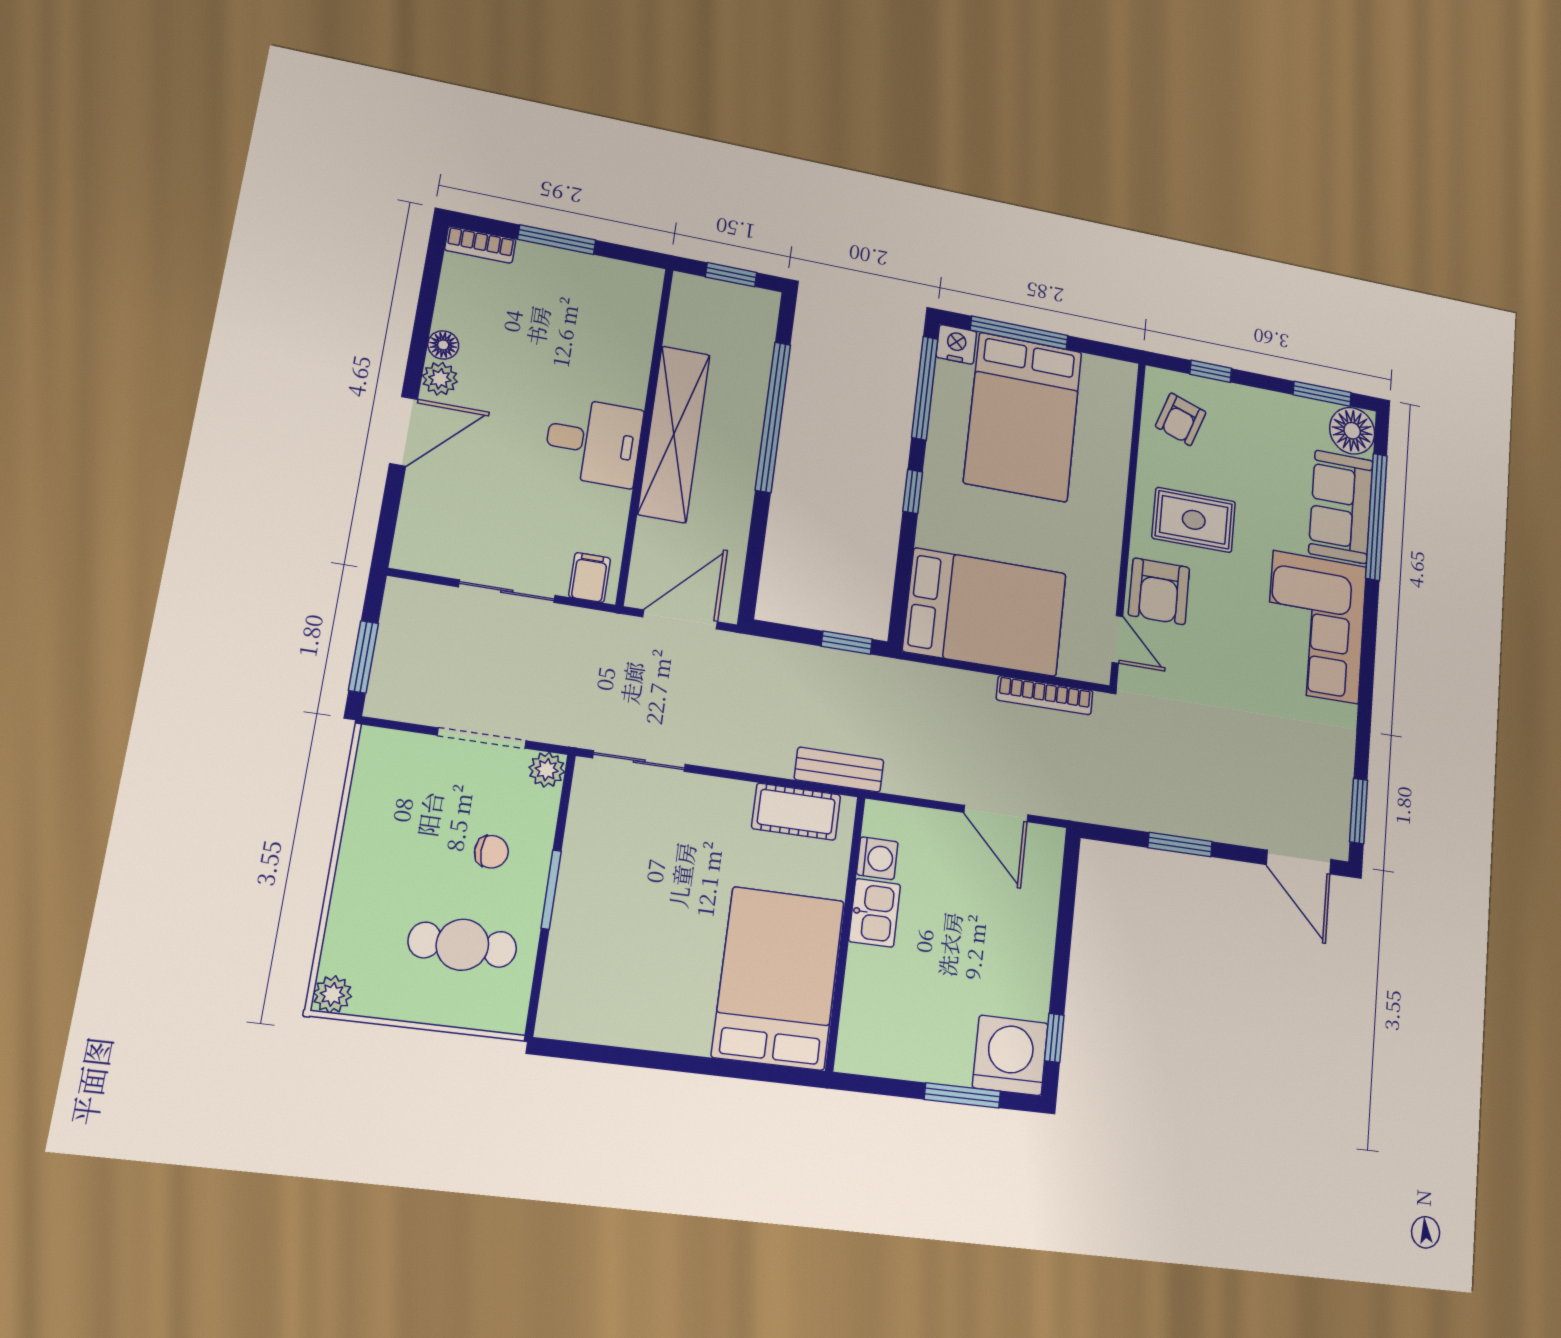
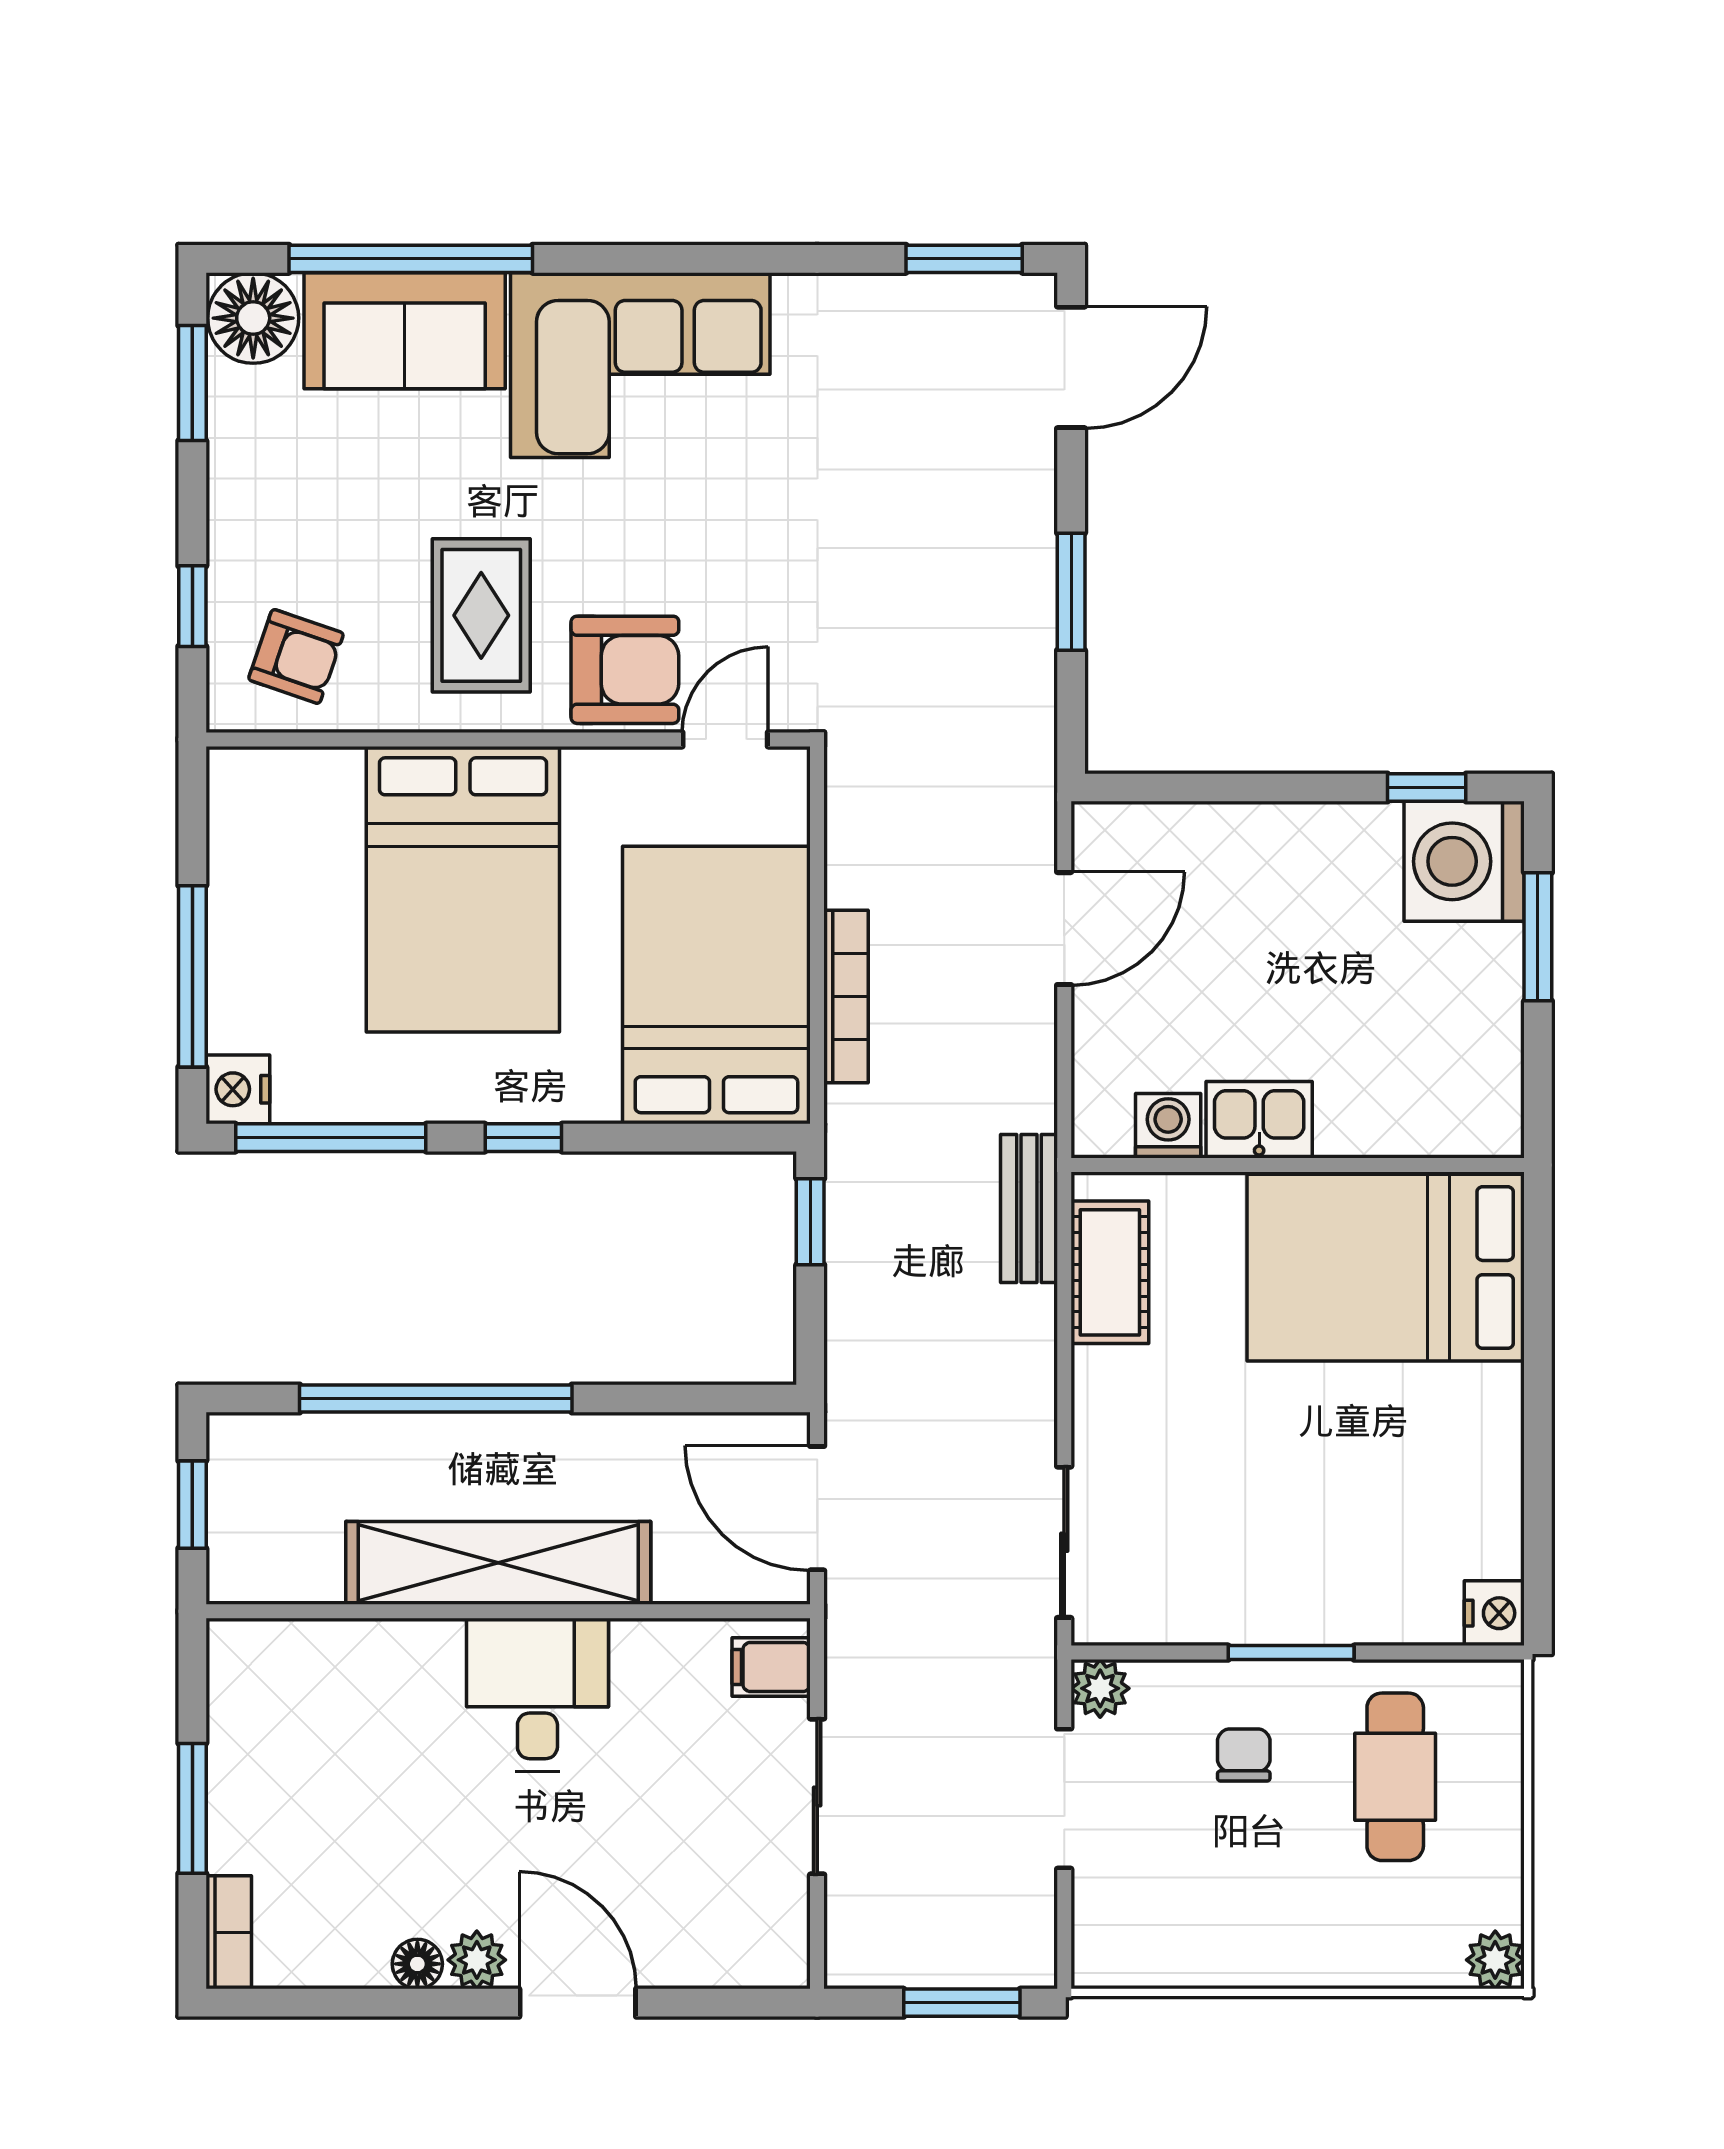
bed: (1023, 417) -> (463, 889), moved, turned 90
bookcase: (1045, 695) -> (846, 997), moved
nightstand: (557, 1020) -> (1494, 1613), added

